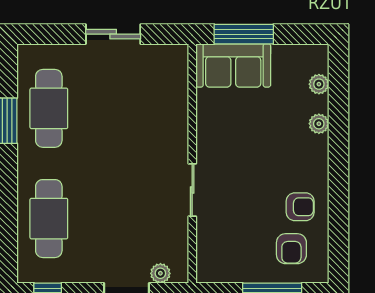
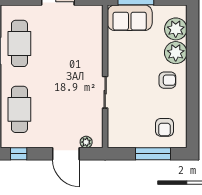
plant: (319, 84) -> (176, 29), width x1.87, depth x1.87
plant: (319, 124) -> (176, 53), width x1.87, depth x1.87
armchair: (300, 207) -> (167, 80), moved

